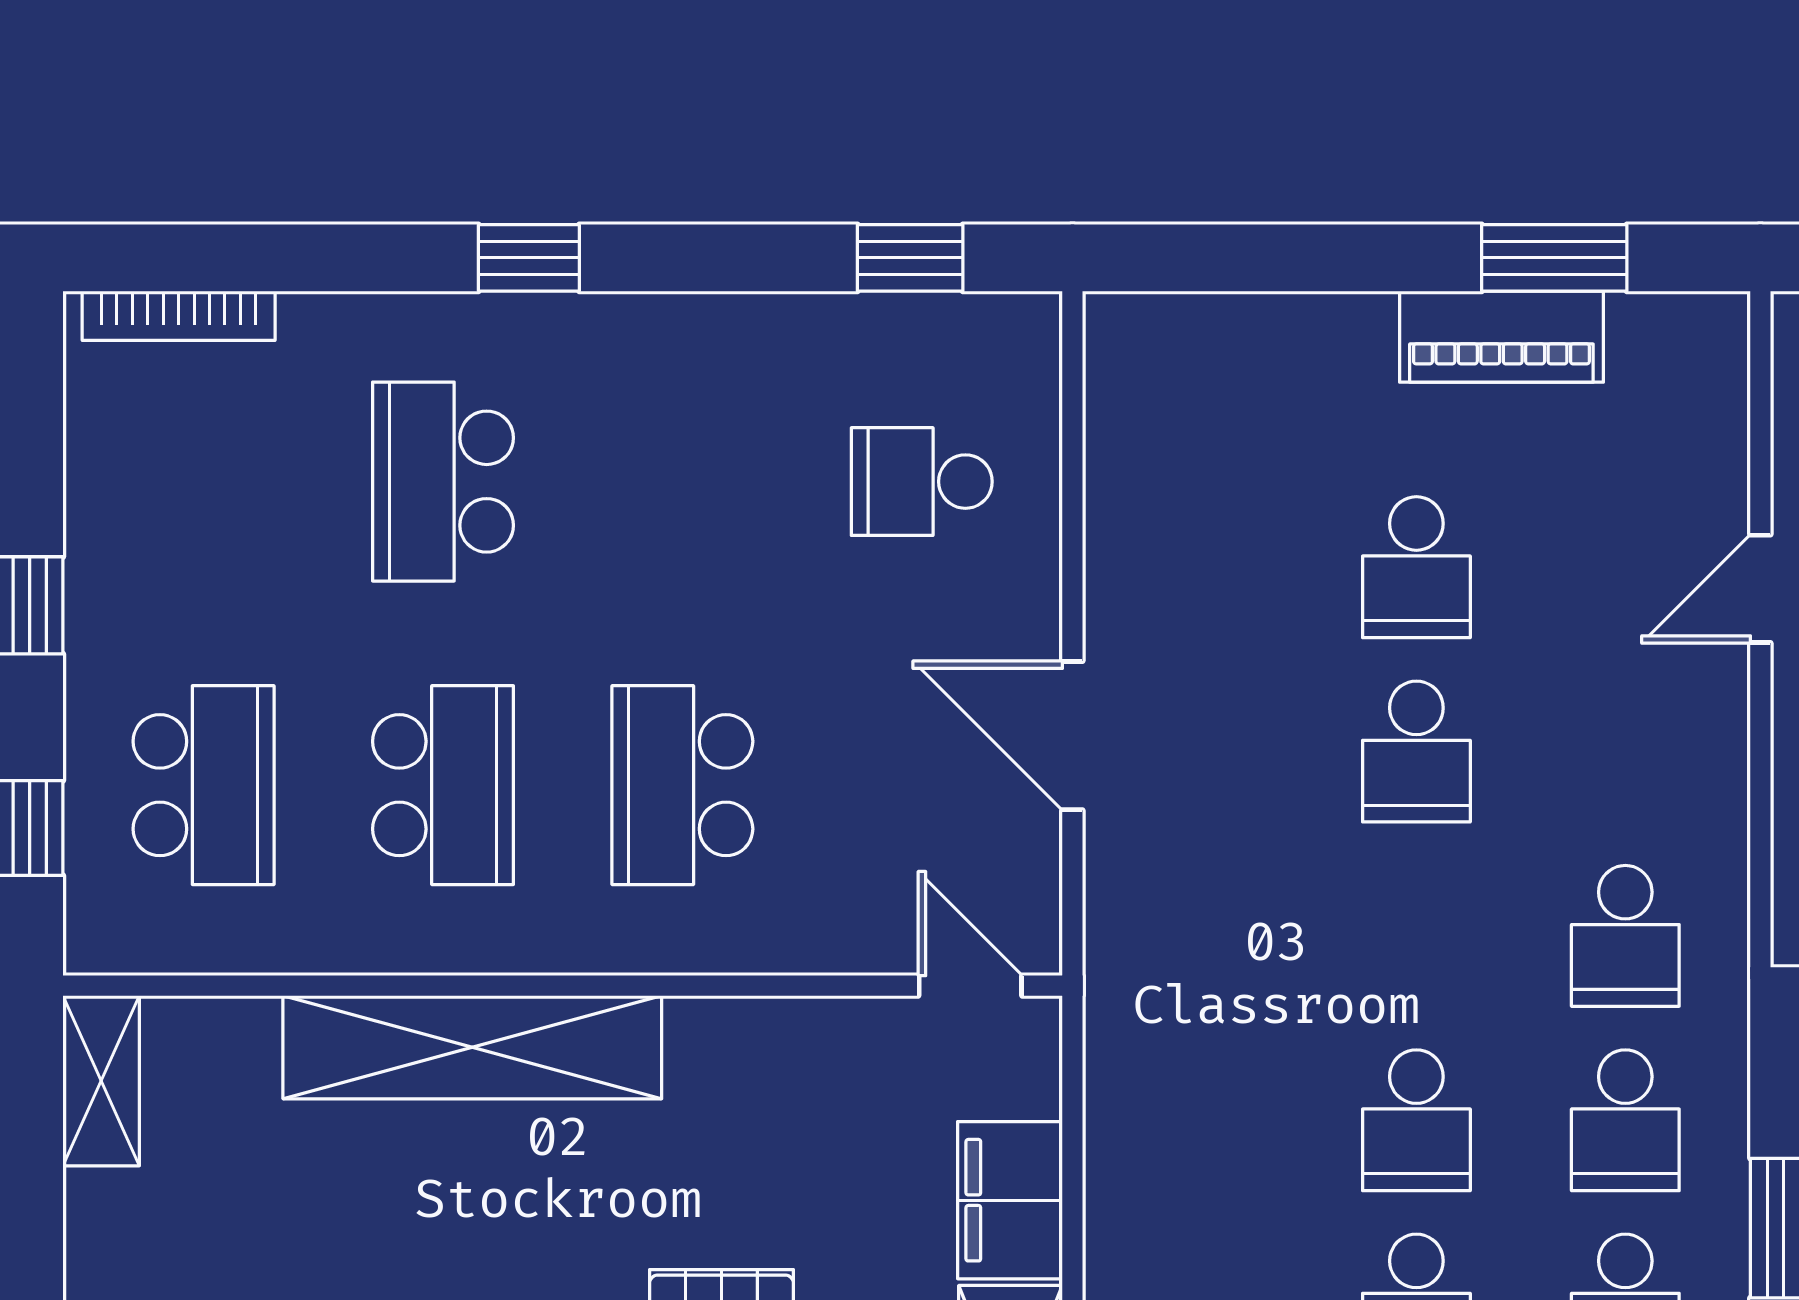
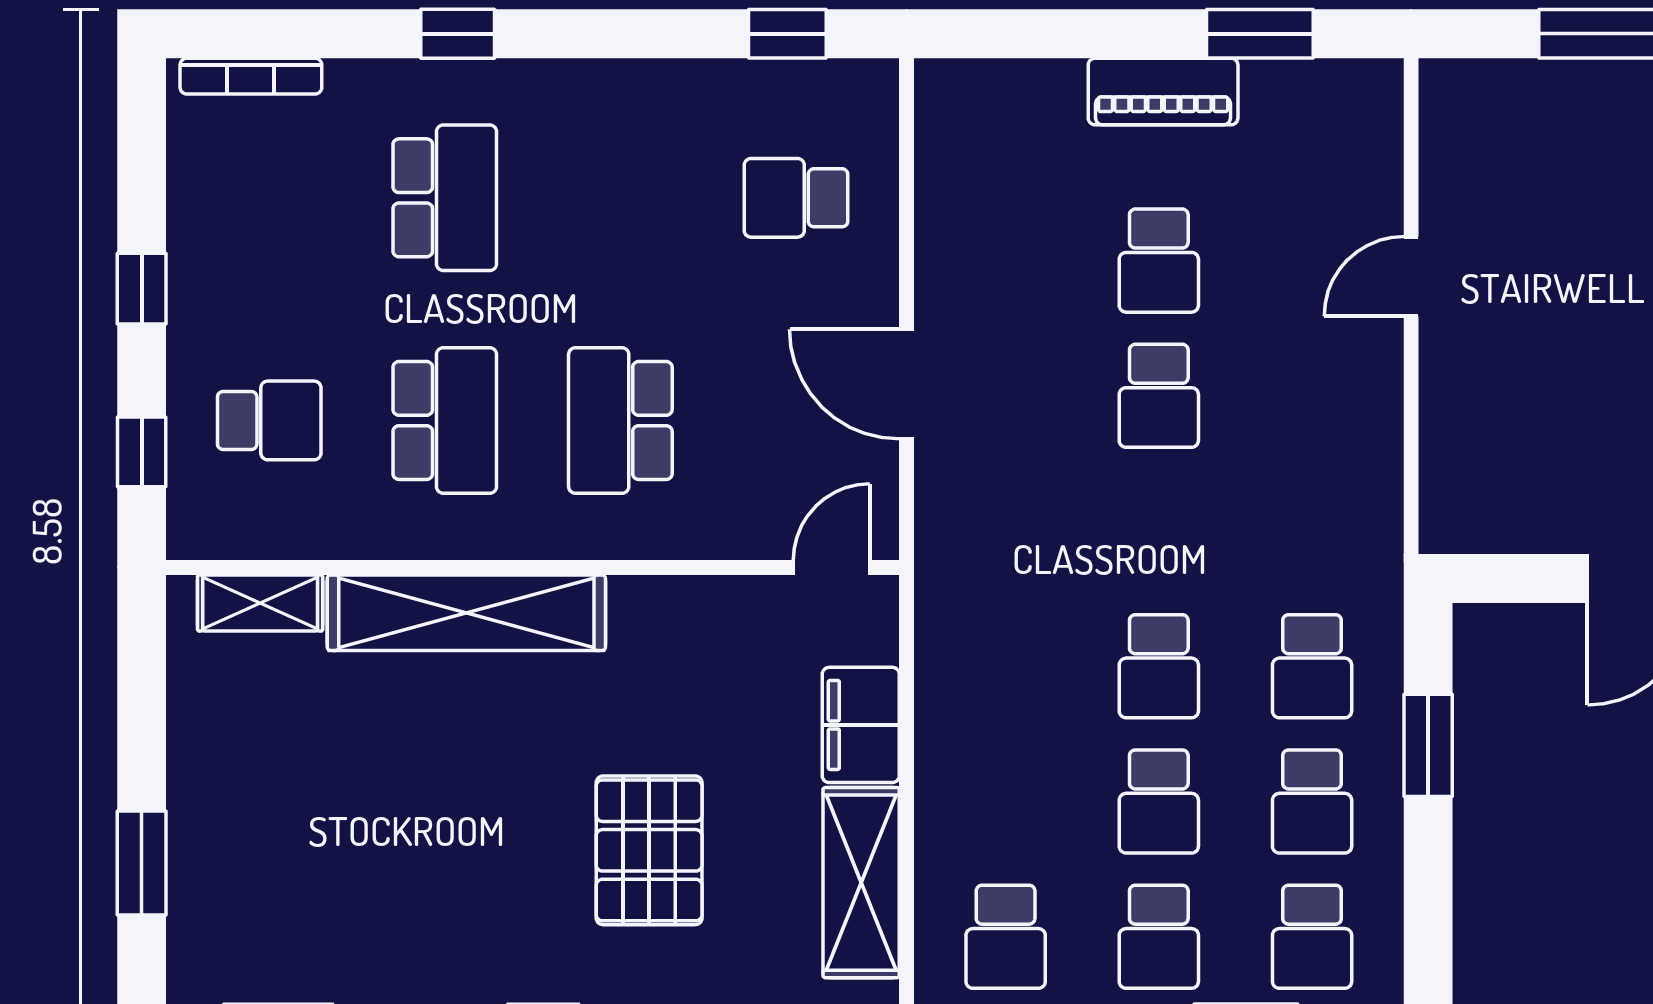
window: (529, 258) -> (458, 34), moved
piano: (1501, 337) -> (1163, 91), moved
school desk: (443, 482) -> (445, 198), turned 180
school desk: (204, 785) -> (269, 420), width x0.54
school desk: (1625, 936) -> (1312, 531), removed
door: (970, 986) -> (832, 568), hinge flipped
shelving: (101, 1081) -> (260, 603), moved, turned 90

